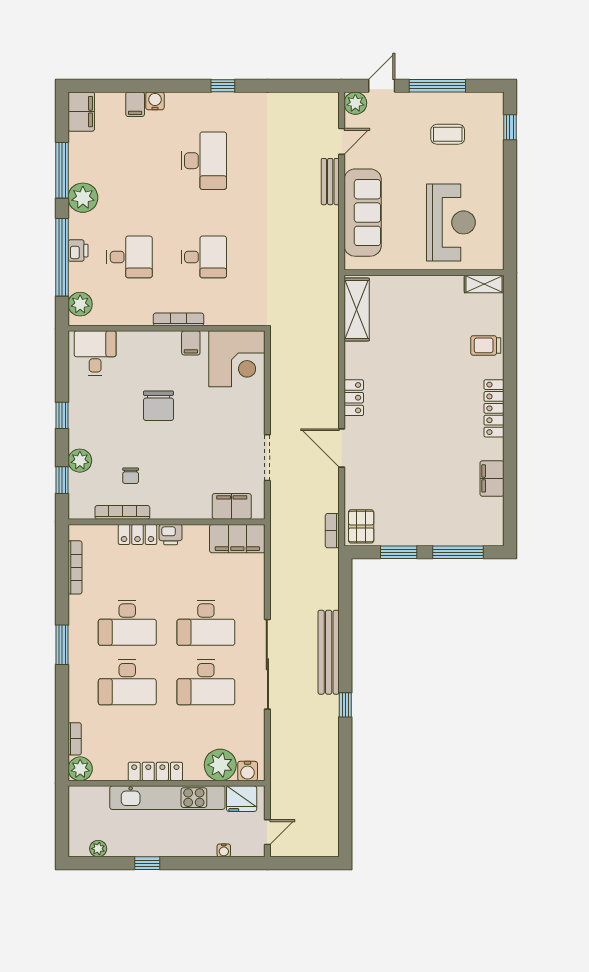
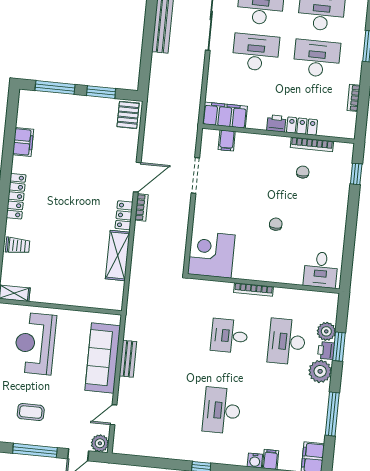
bench: (330, 182) -> (128, 359), moved
plant: (83, 198) -> (320, 371), moved
window: (62, 257) -> (339, 347), width x0.47
desk: (129, 257) -> (287, 342), width x1.37
plant: (80, 304) -> (326, 331), moved
shelving: (357, 309) -> (118, 255), moved
filing cabinet: (191, 343) -> (246, 270), removed
chair: (158, 406) -> (276, 224), width x0.54, depth x0.54
window: (62, 415) -> (351, 224), removed
door: (342, 448) -> (137, 177), hinge flipped
plant: (80, 461) -> (341, 188), removed
filing cabinet: (232, 506) -> (227, 140), width x0.50
bookcase: (332, 531) -> (141, 207), moved
bookcase: (75, 567) -> (354, 98), width x0.64

